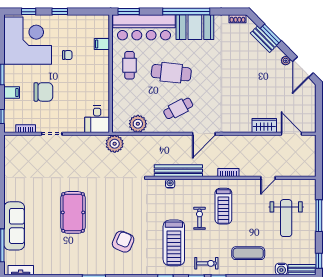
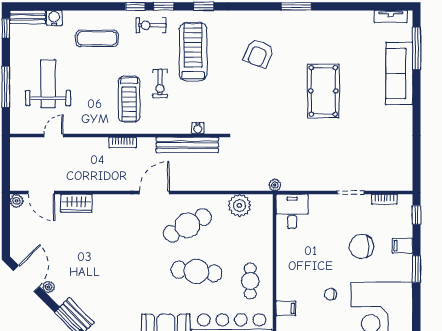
cafe table: (178, 108) -> (187, 225), width x1.37, depth x1.35
plant: (311, 127) -> (17, 201), added
plant: (115, 144) -> (275, 185), width x0.53, depth x0.53
door: (268, 178) -> (54, 136), moved
treadmill: (223, 206) -> (129, 99), turned 180

